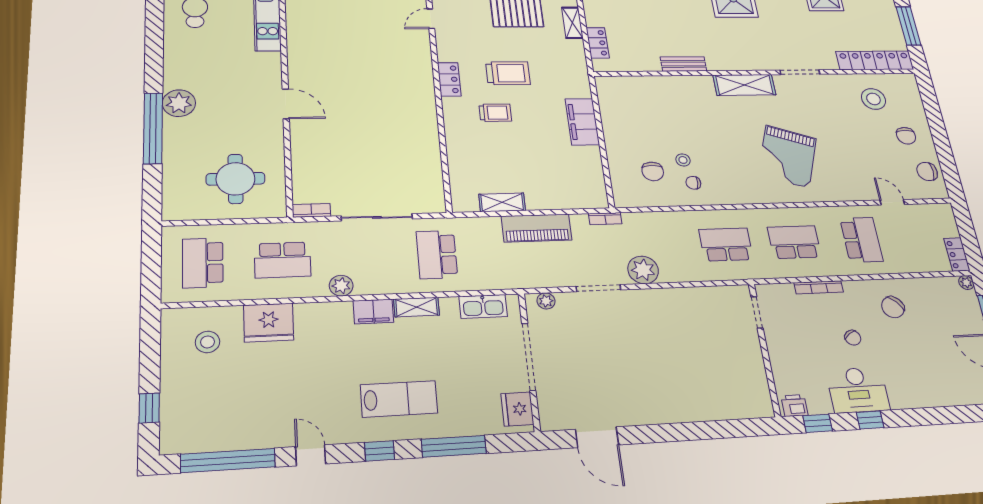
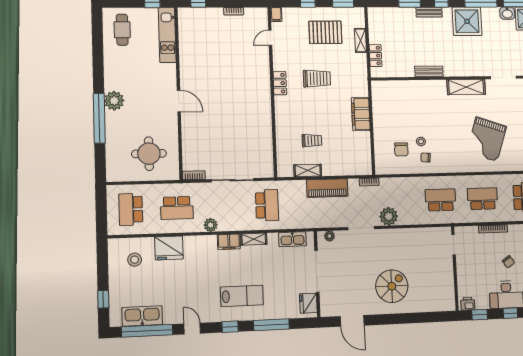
trolley: (495, 113) -> (312, 141), moved
school desk: (437, 255) -> (267, 205), turned 180
spiral stairs: (660, 379) -> (392, 286), added
kitchen sink: (219, 435) -> (142, 316), added

